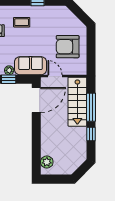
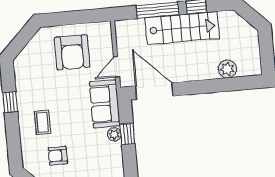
stairs: (77, 102) -> (182, 28), moved
plant: (47, 162) -> (227, 69), moved

